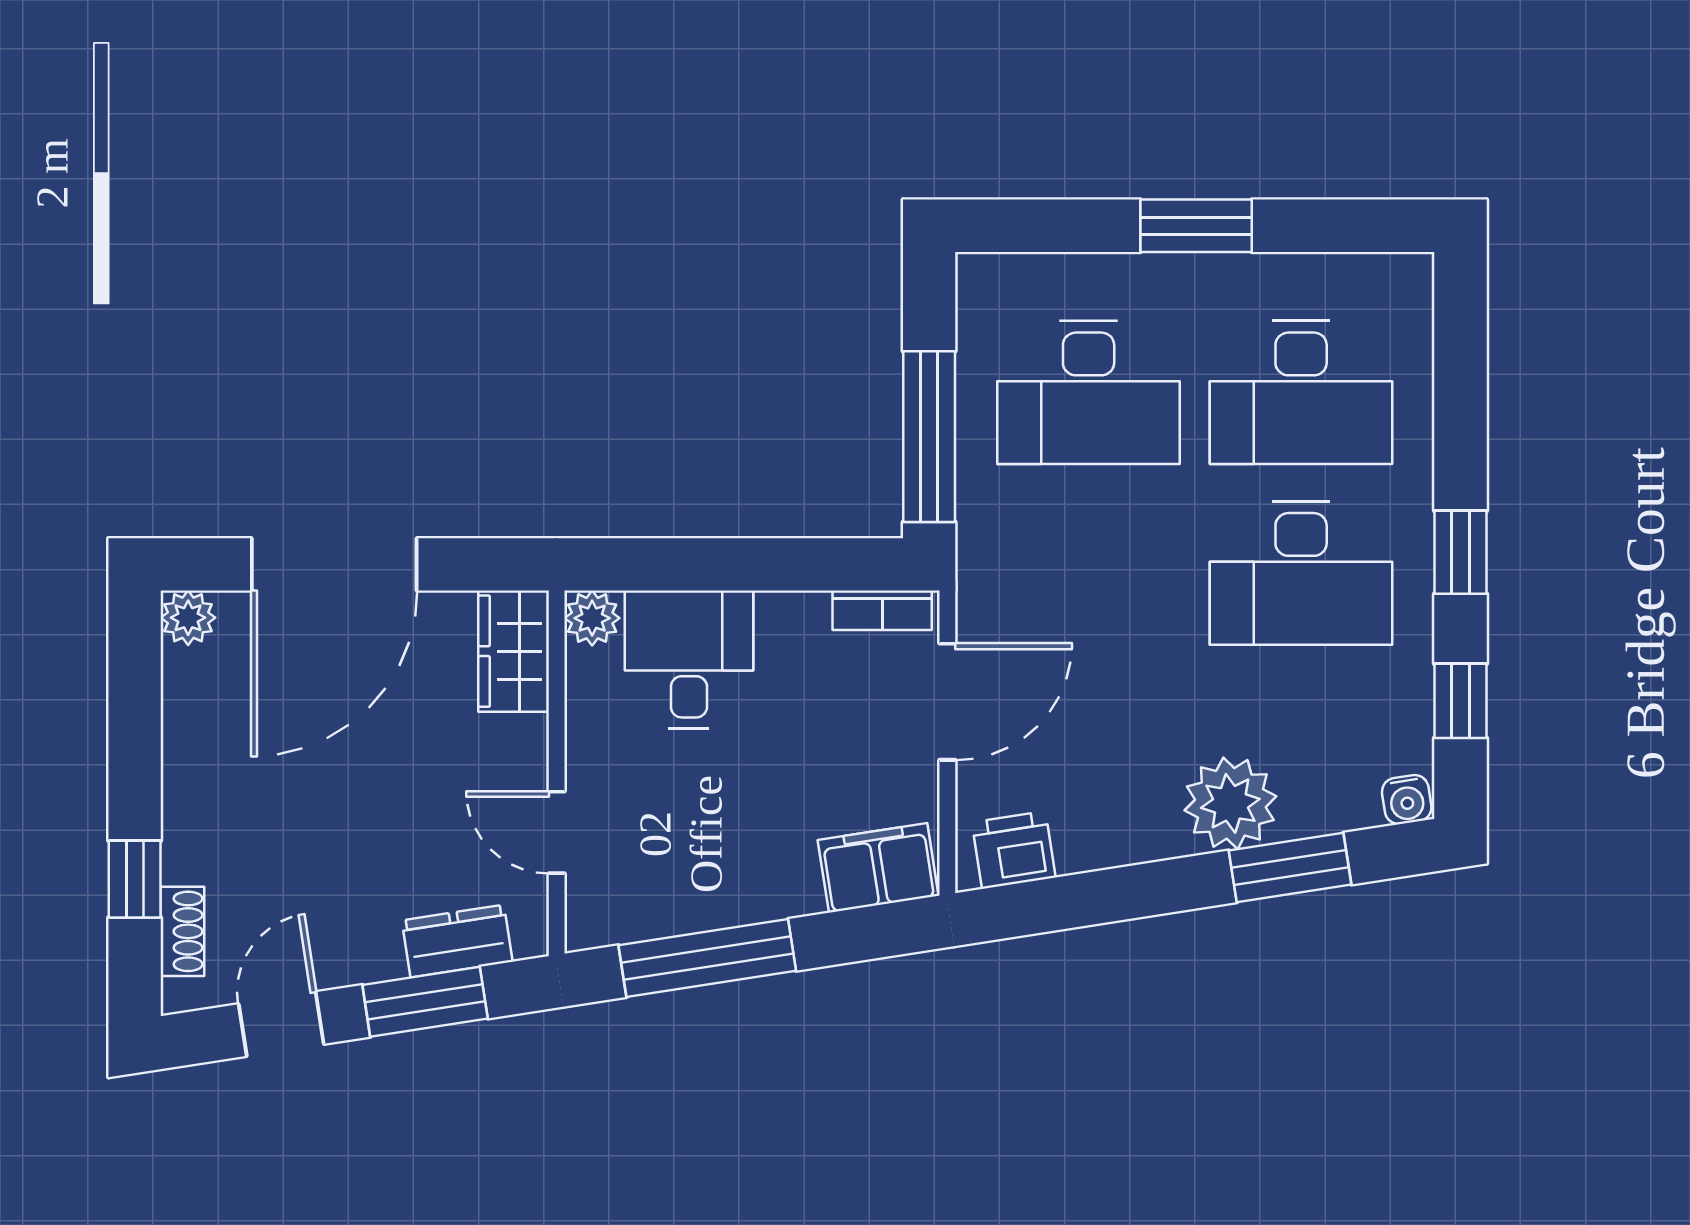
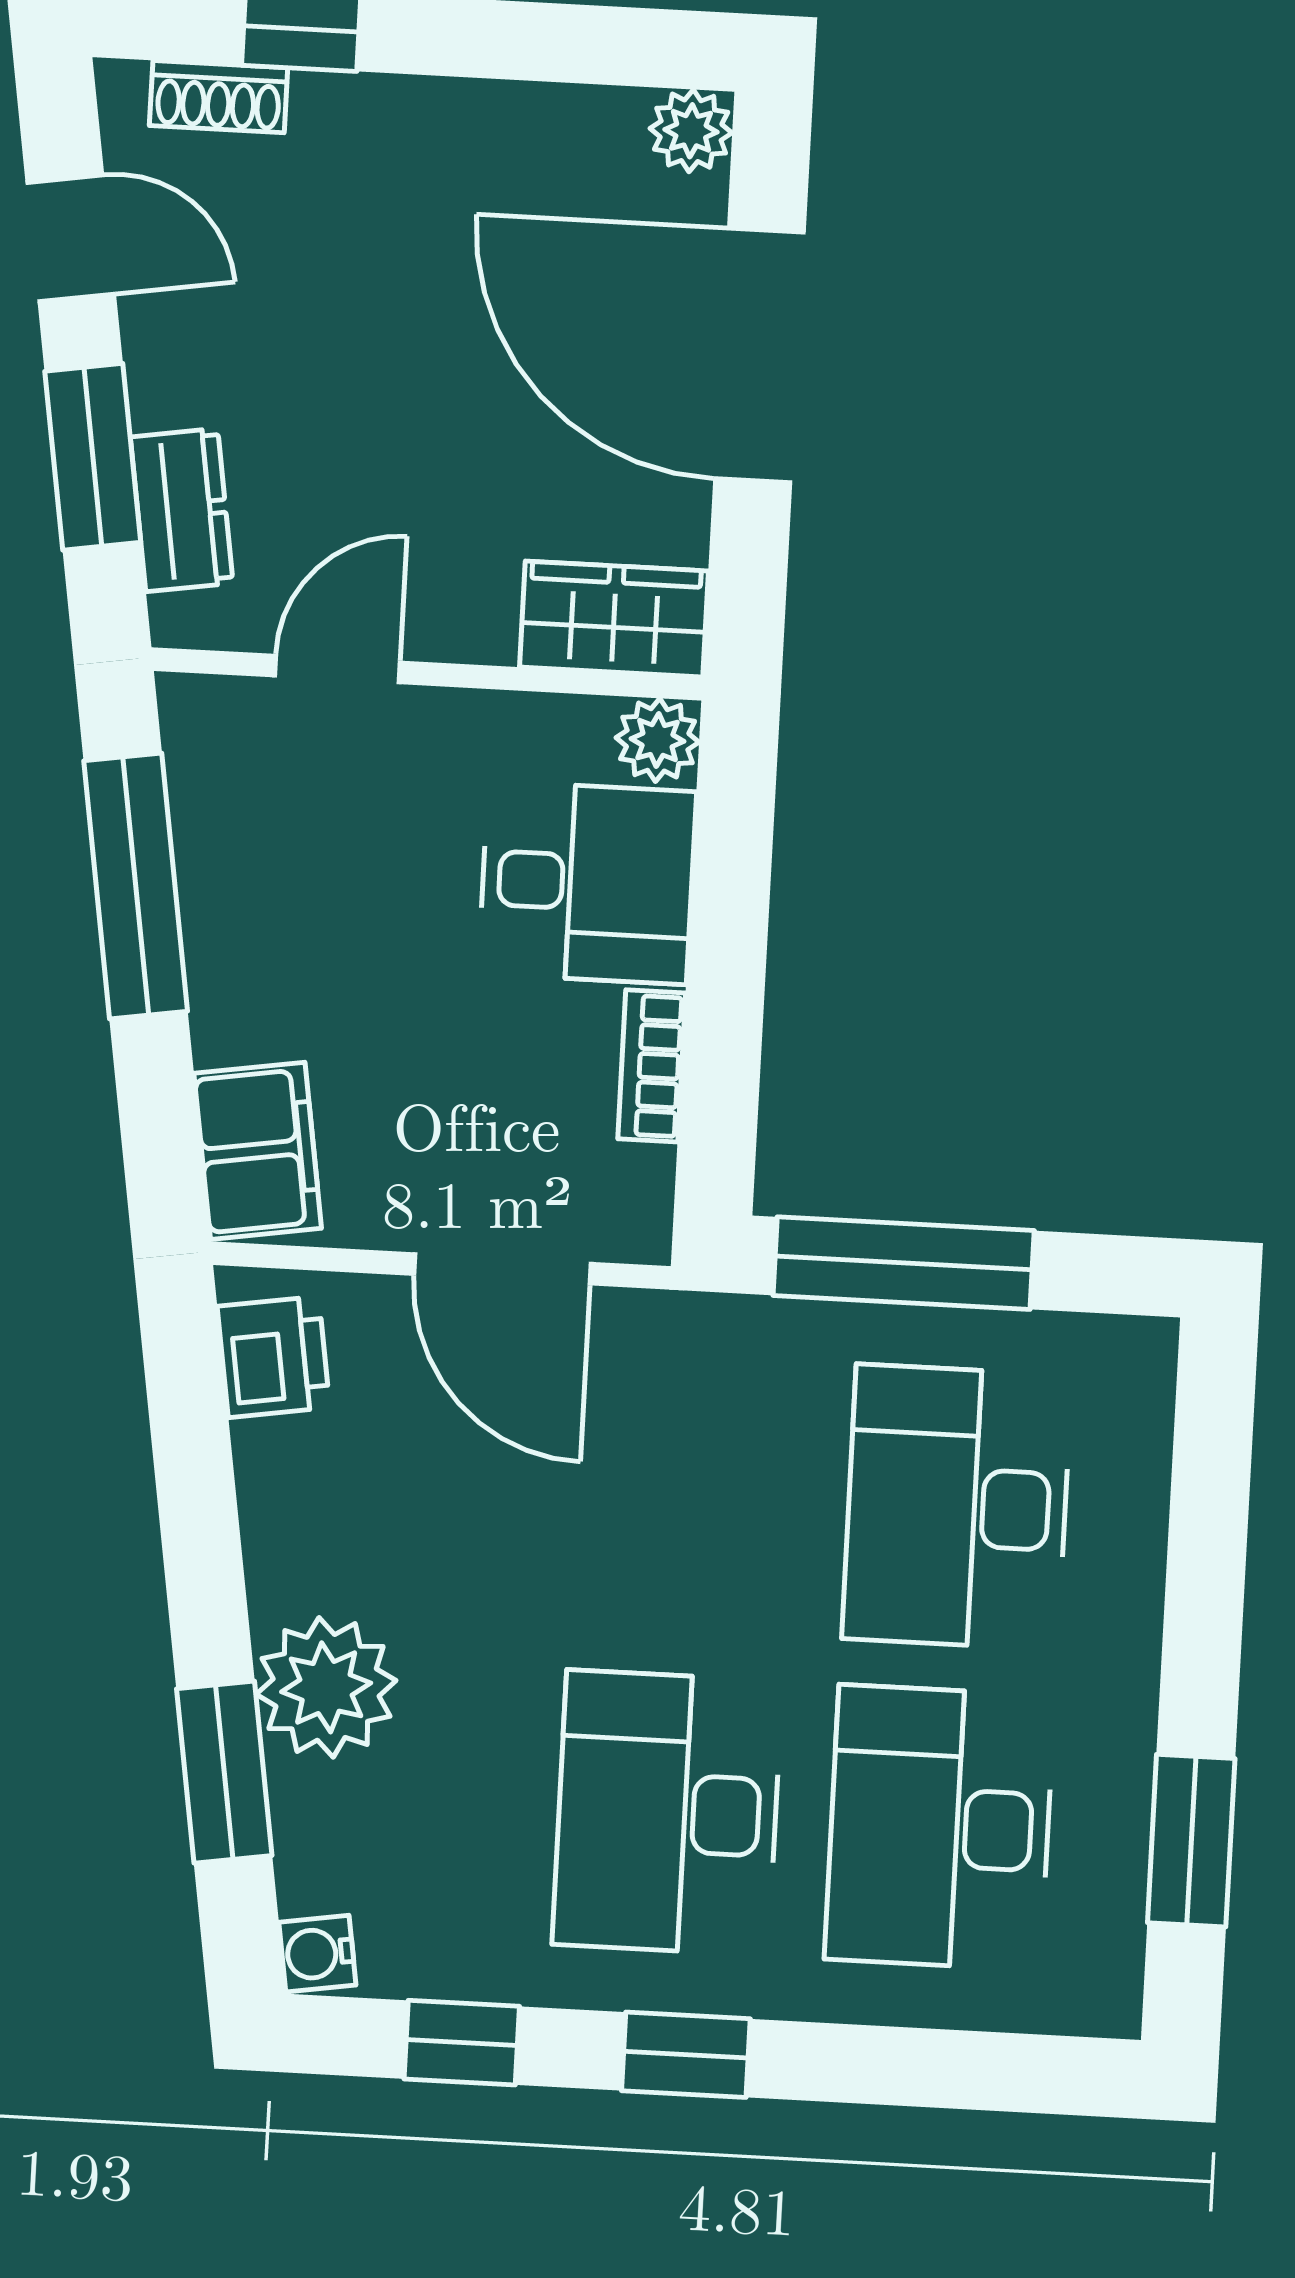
window: (1196, 226) -> (1191, 1841), moved
bookcase: (882, 610) -> (652, 1066), moved

